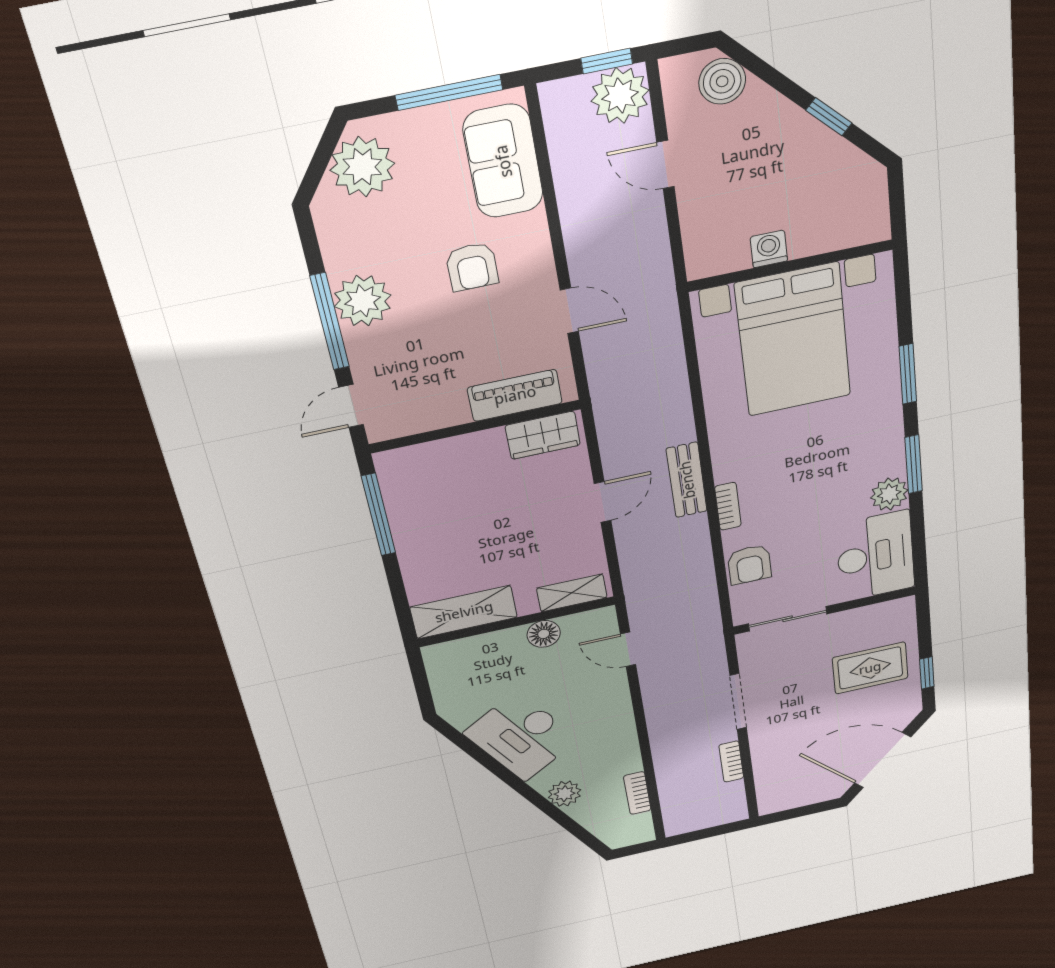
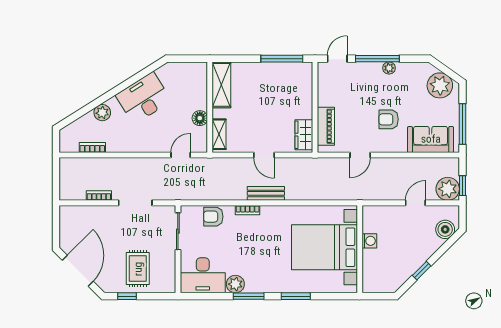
plant: (363, 301) -> (389, 68), width x0.53, depth x0.53
door: (351, 406) -> (337, 59), hinge flipped

